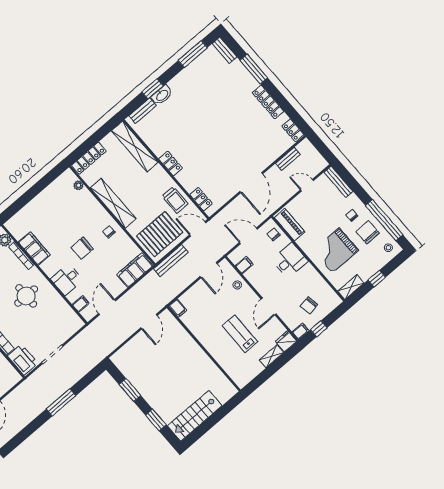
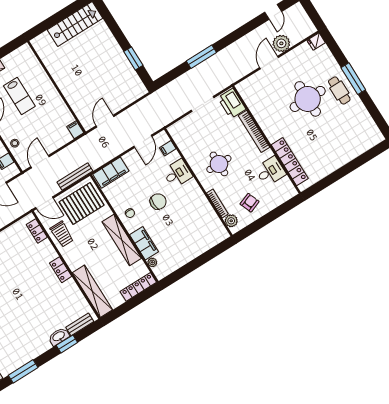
trolley: (175, 200) -> (62, 234), turned 180
filing cabinet: (34, 248) -> (144, 243), moved, turned 180
window: (156, 420) -> (113, 26), removed

